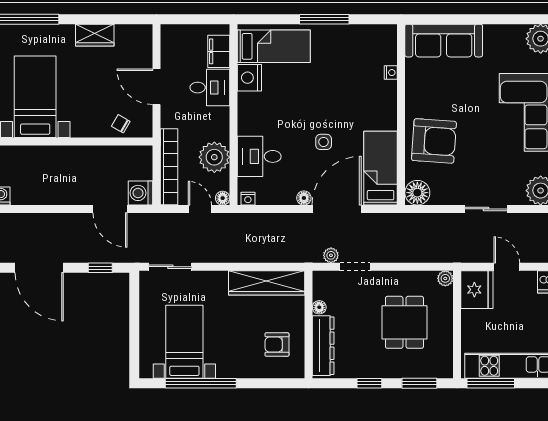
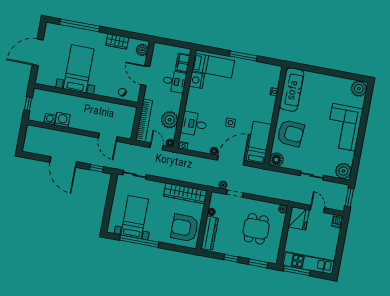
sofa: (444, 41) -> (292, 90), moved, turned -90
plant: (142, 42) -> (142, 50), added
washing machine: (140, 193) -> (62, 120), moved, turned 90
armchair: (277, 345) -> (185, 228), width x1.88, depth x1.88

